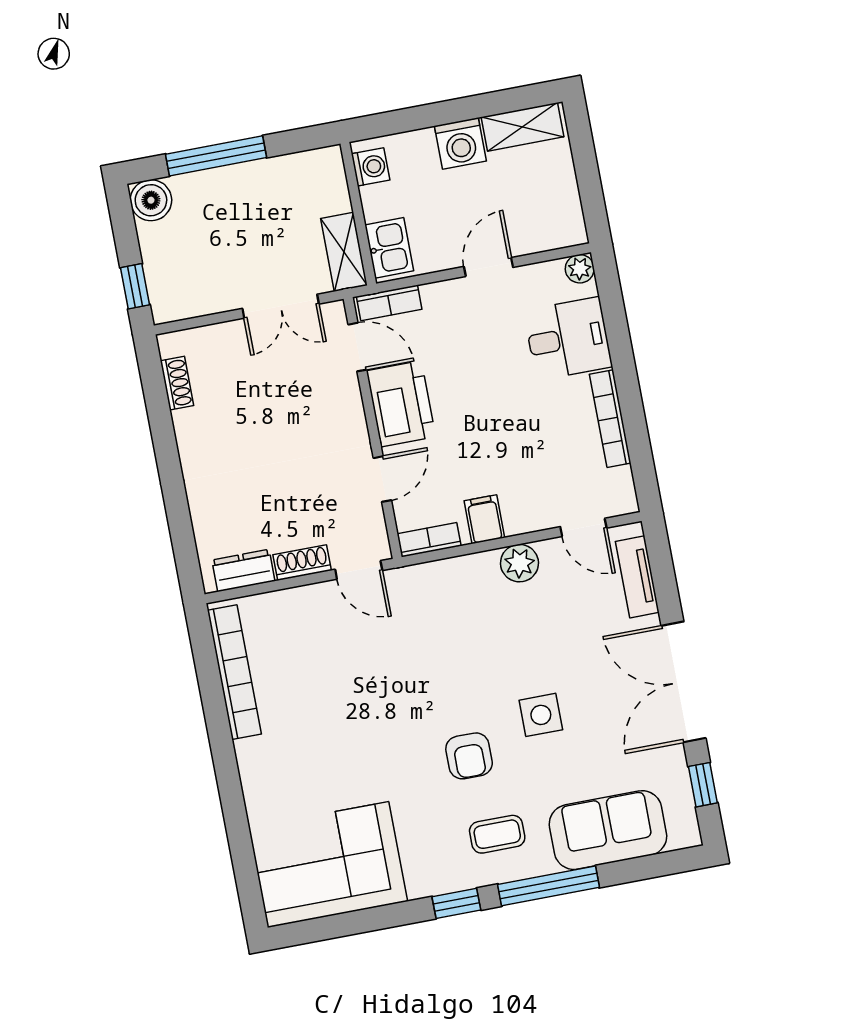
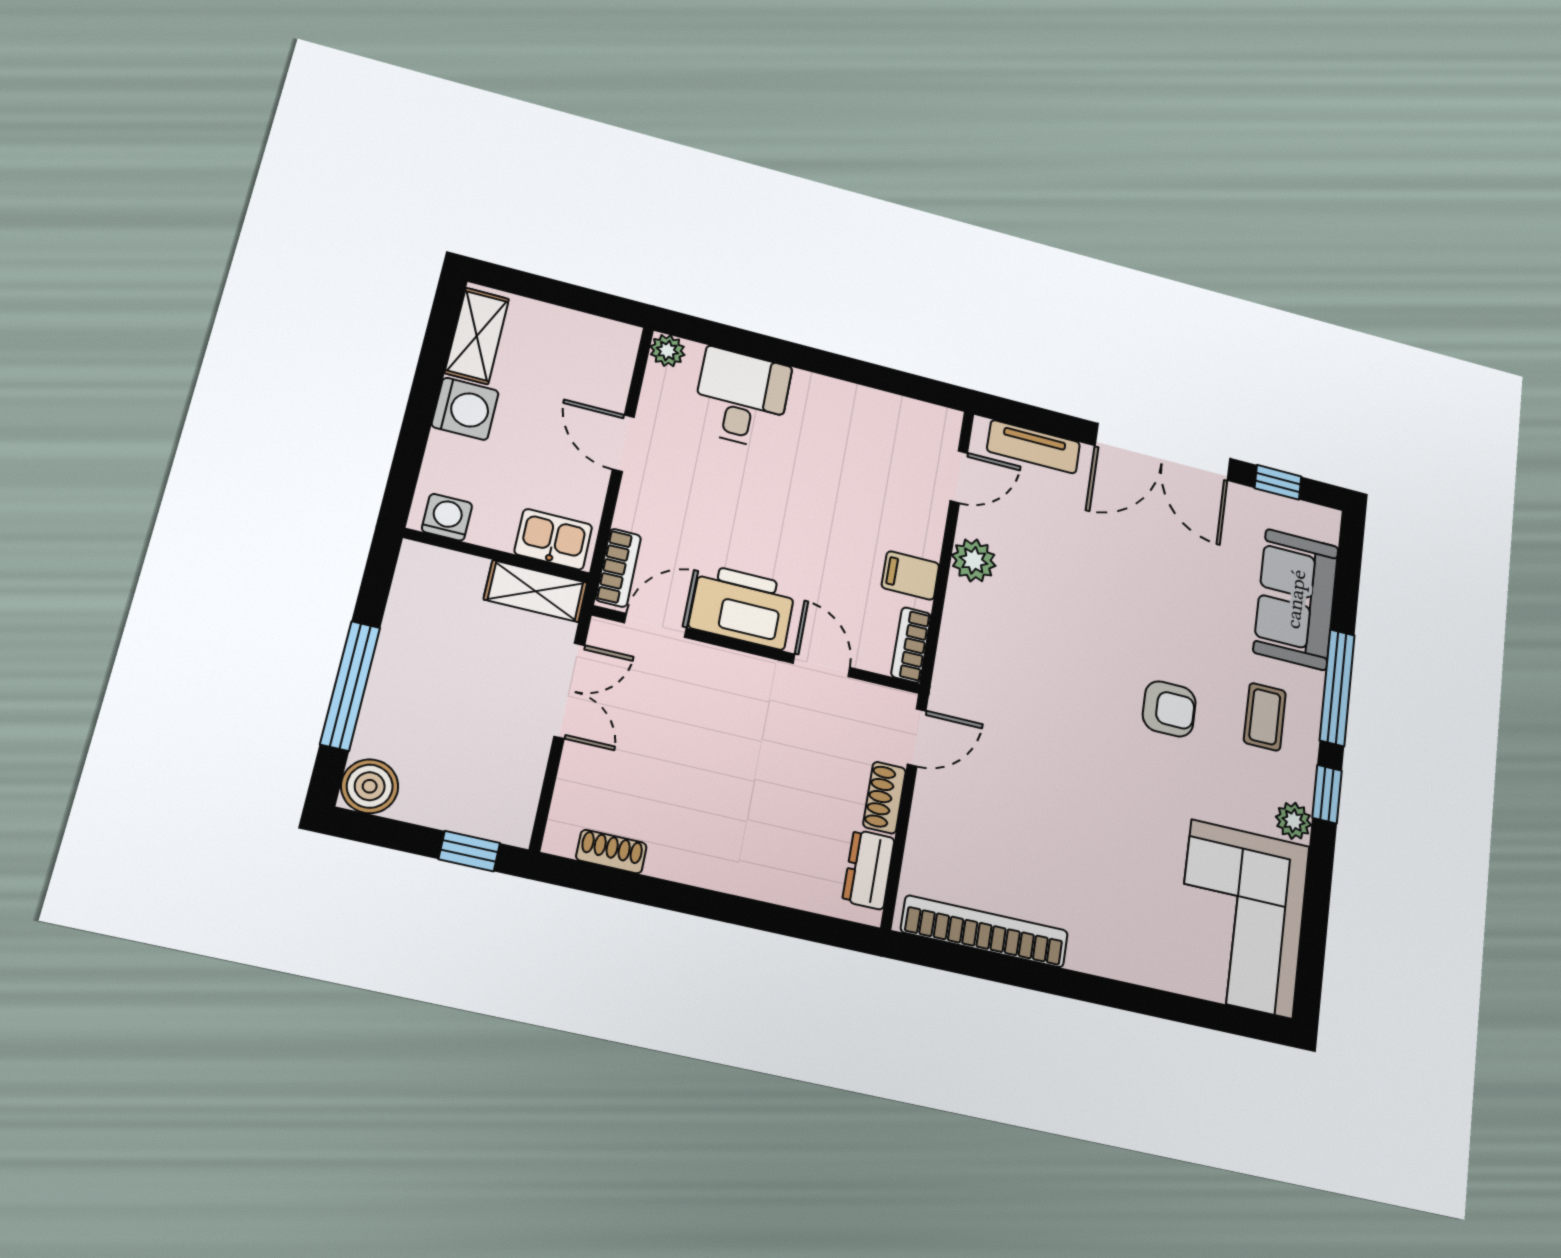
bookcase: (610, 419) -> (849, 396), removed
side table: (541, 715) -> (1149, 613), removed
plant: (423, 883) -> (1293, 821), added

